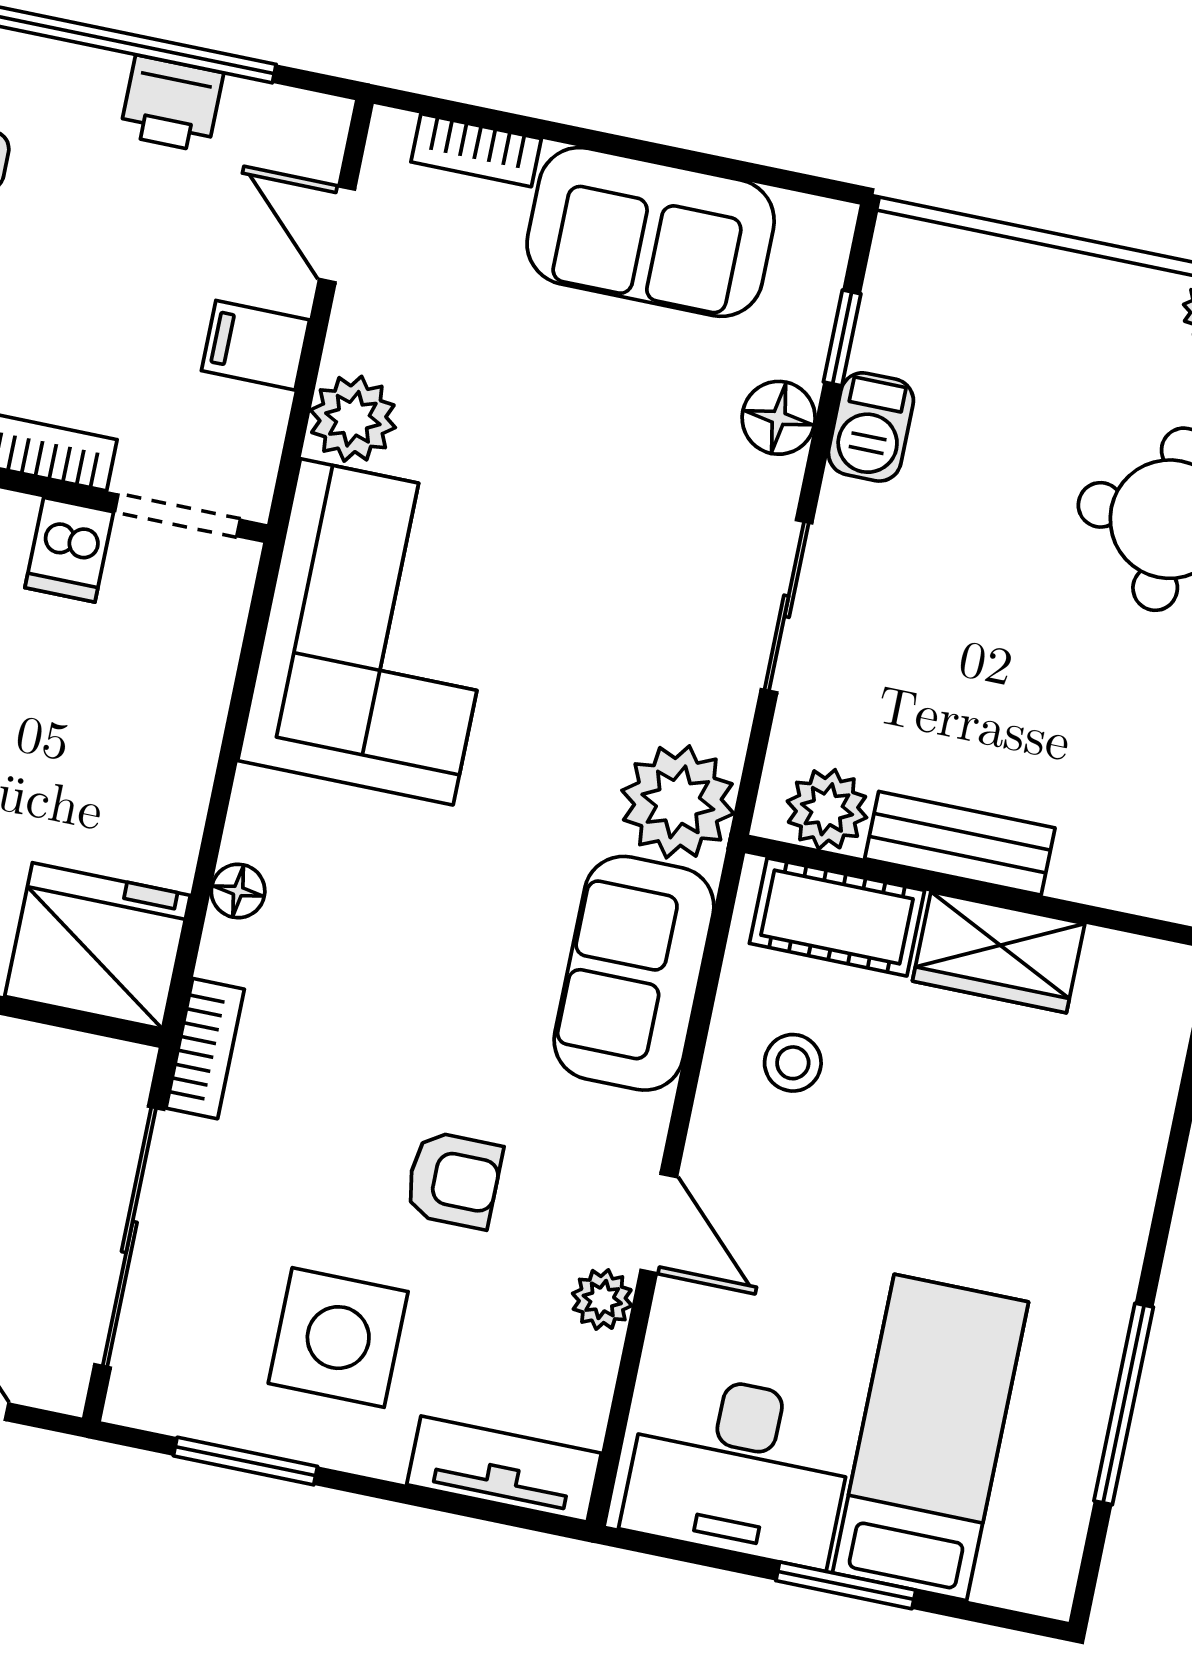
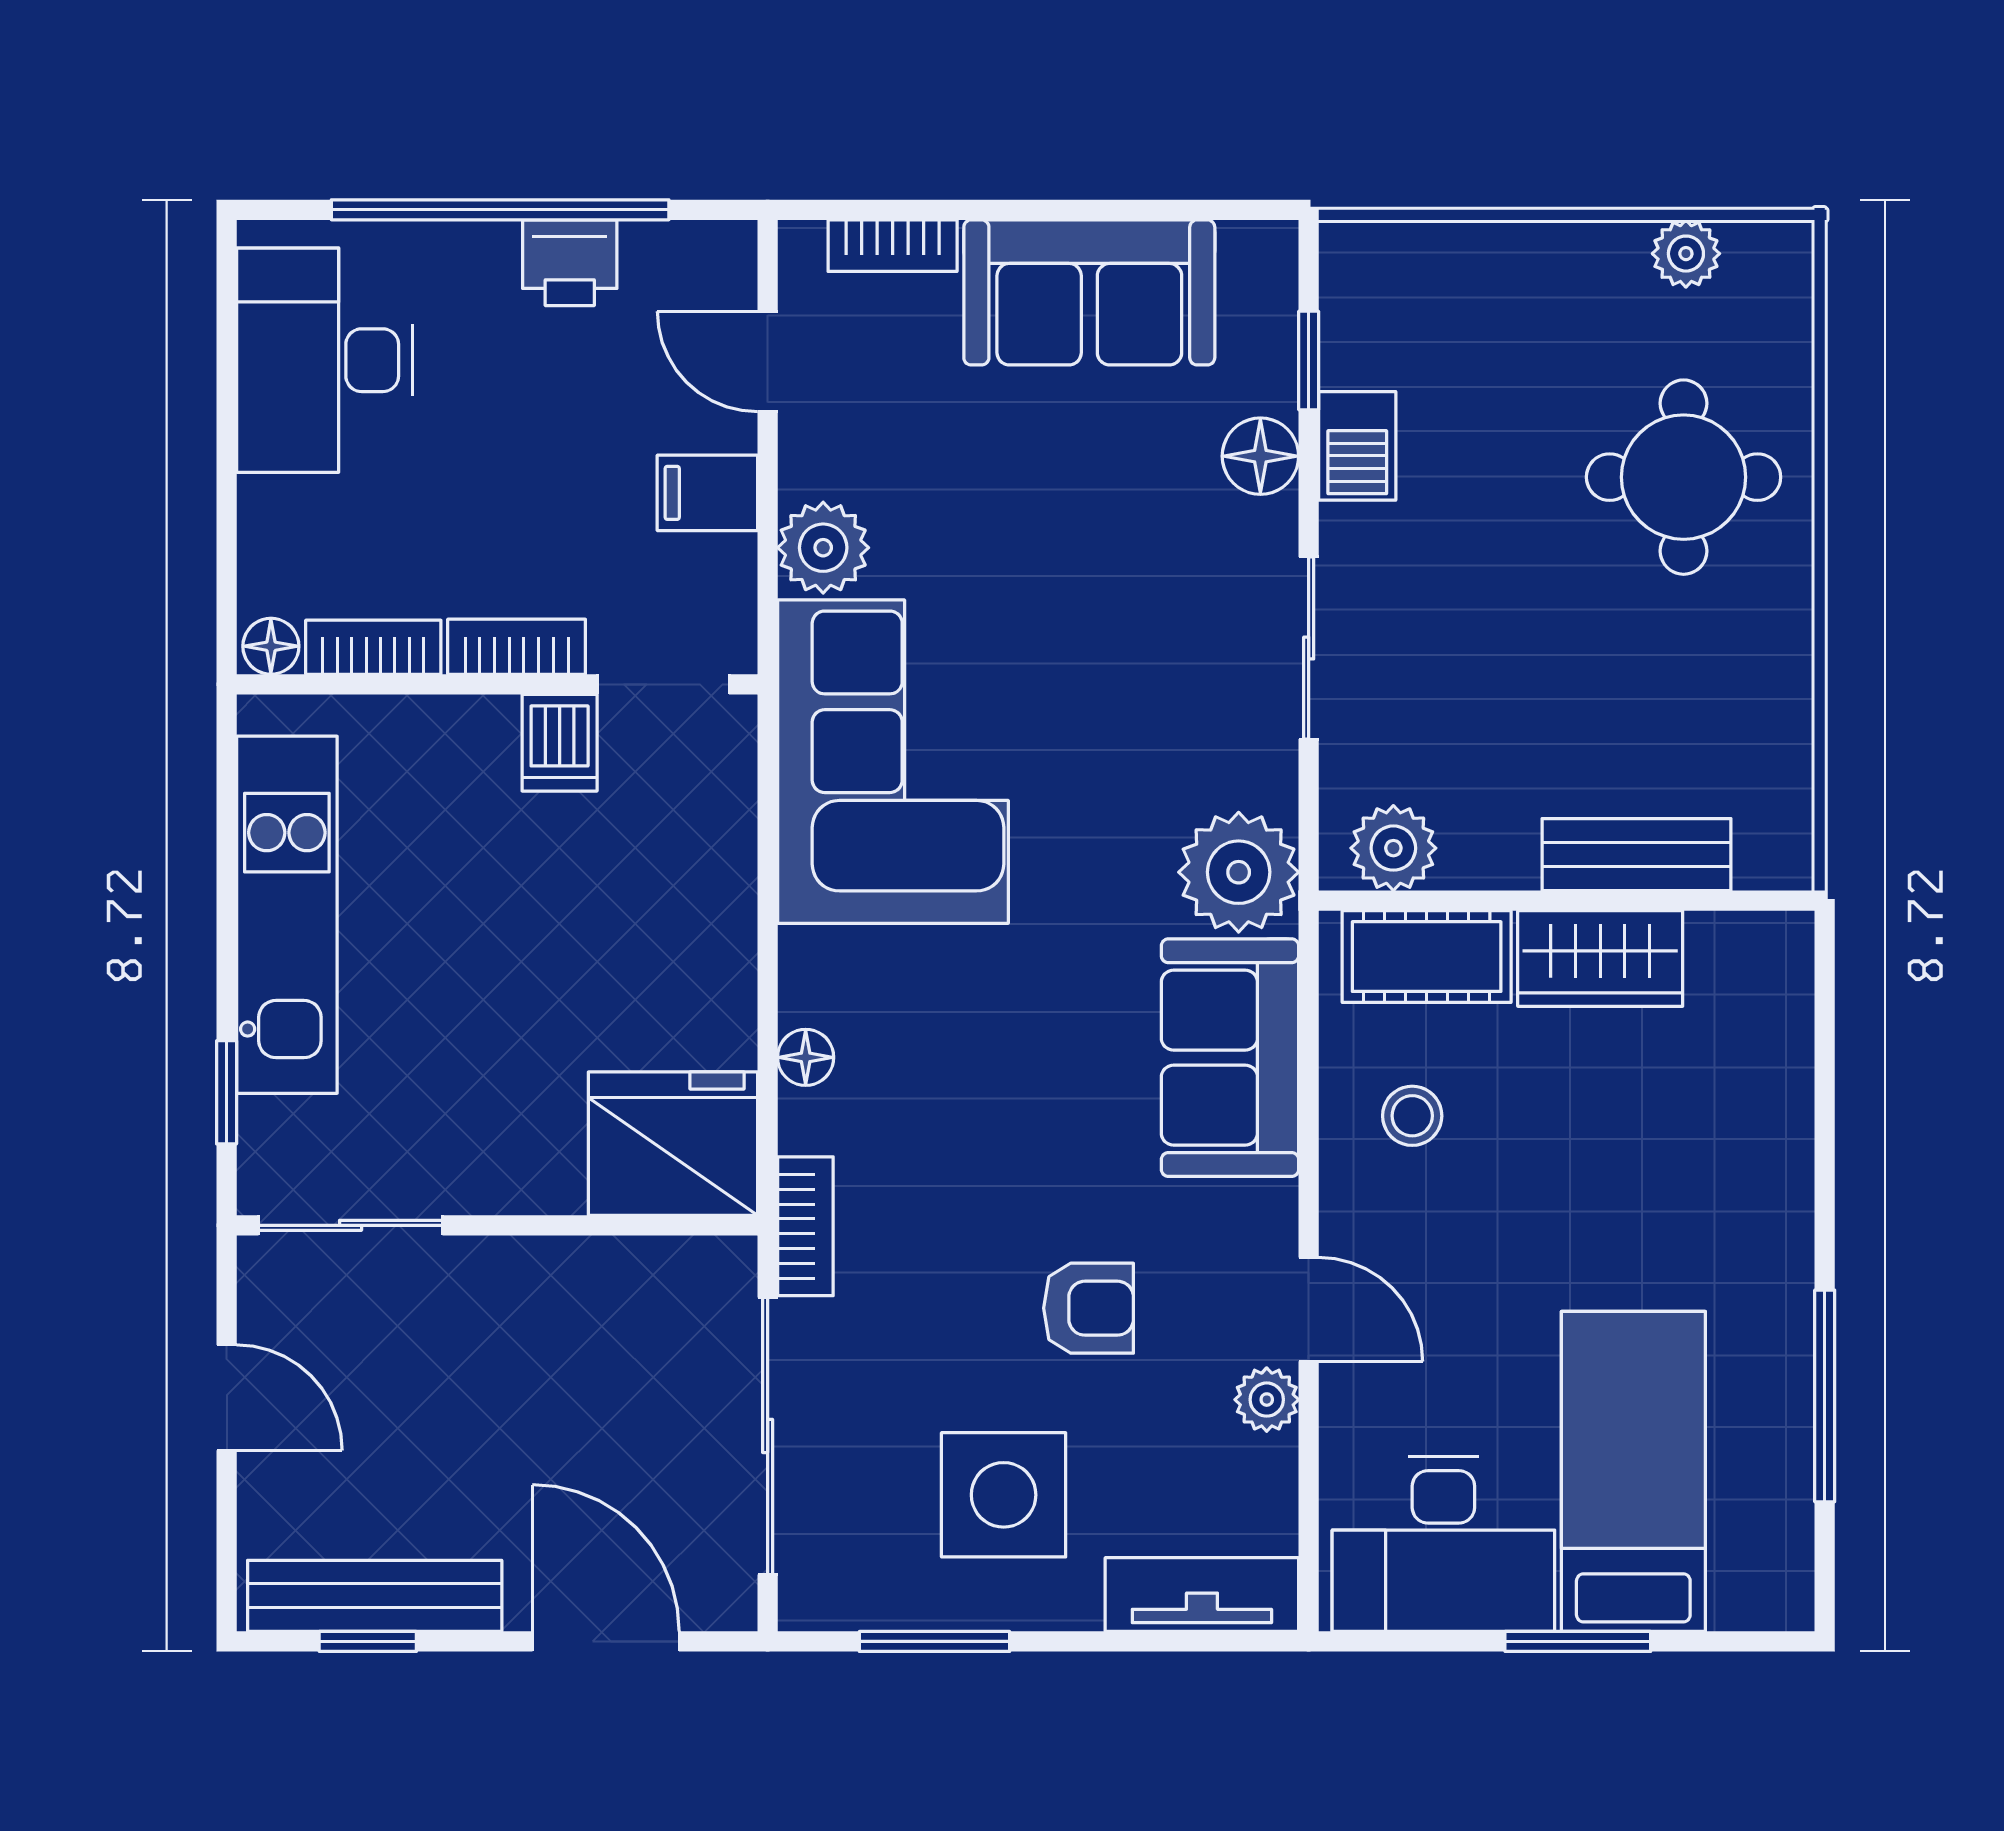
bench: (960, 843) -> (1637, 855), moved

